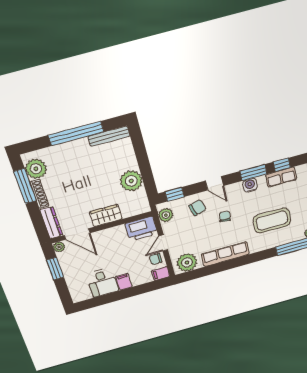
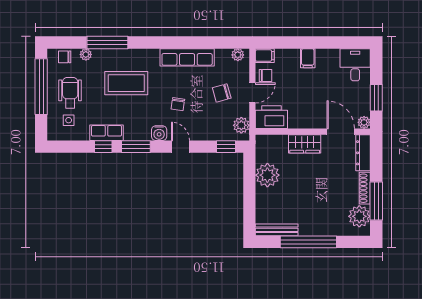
water cooler: (250, 185) -> (159, 133), moved
chair: (198, 208) -> (222, 93), moved
plant: (187, 262) -> (238, 55), width x0.53, depth x0.53
desk: (102, 282) -> (355, 65), moved

